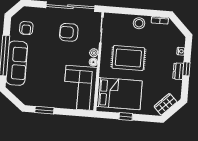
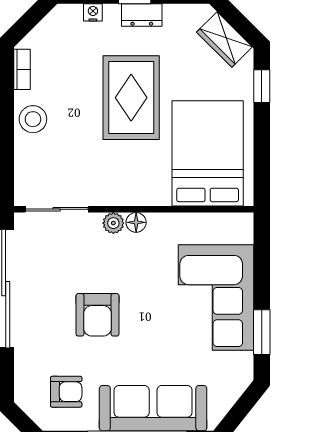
armchair: (69, 32) -> (97, 315), moved
rug: (128, 58) -> (131, 98), moved
corner sofa: (80, 88) -> (216, 297), moved, turned 90
window: (126, 116) -> (262, 86), moved

